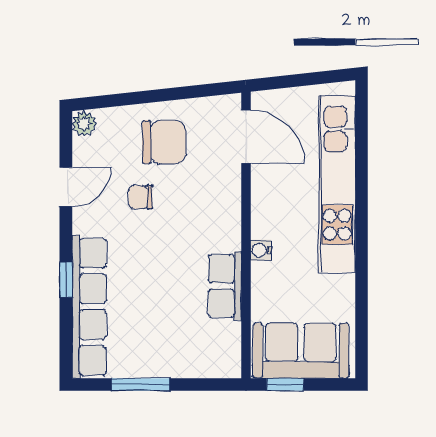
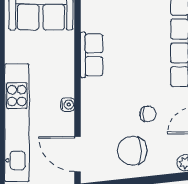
water cooler: (261, 250) -> (68, 105), moved

